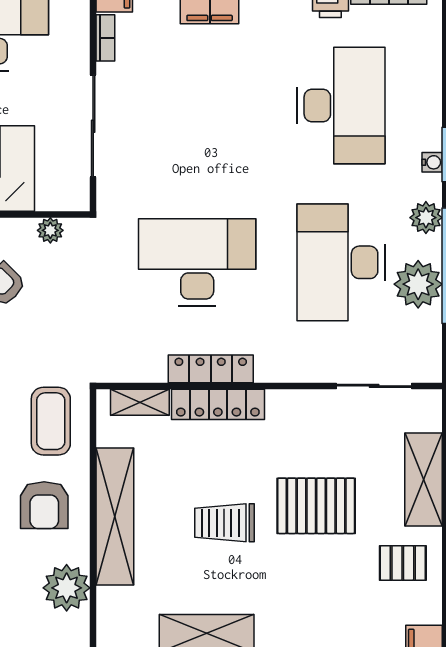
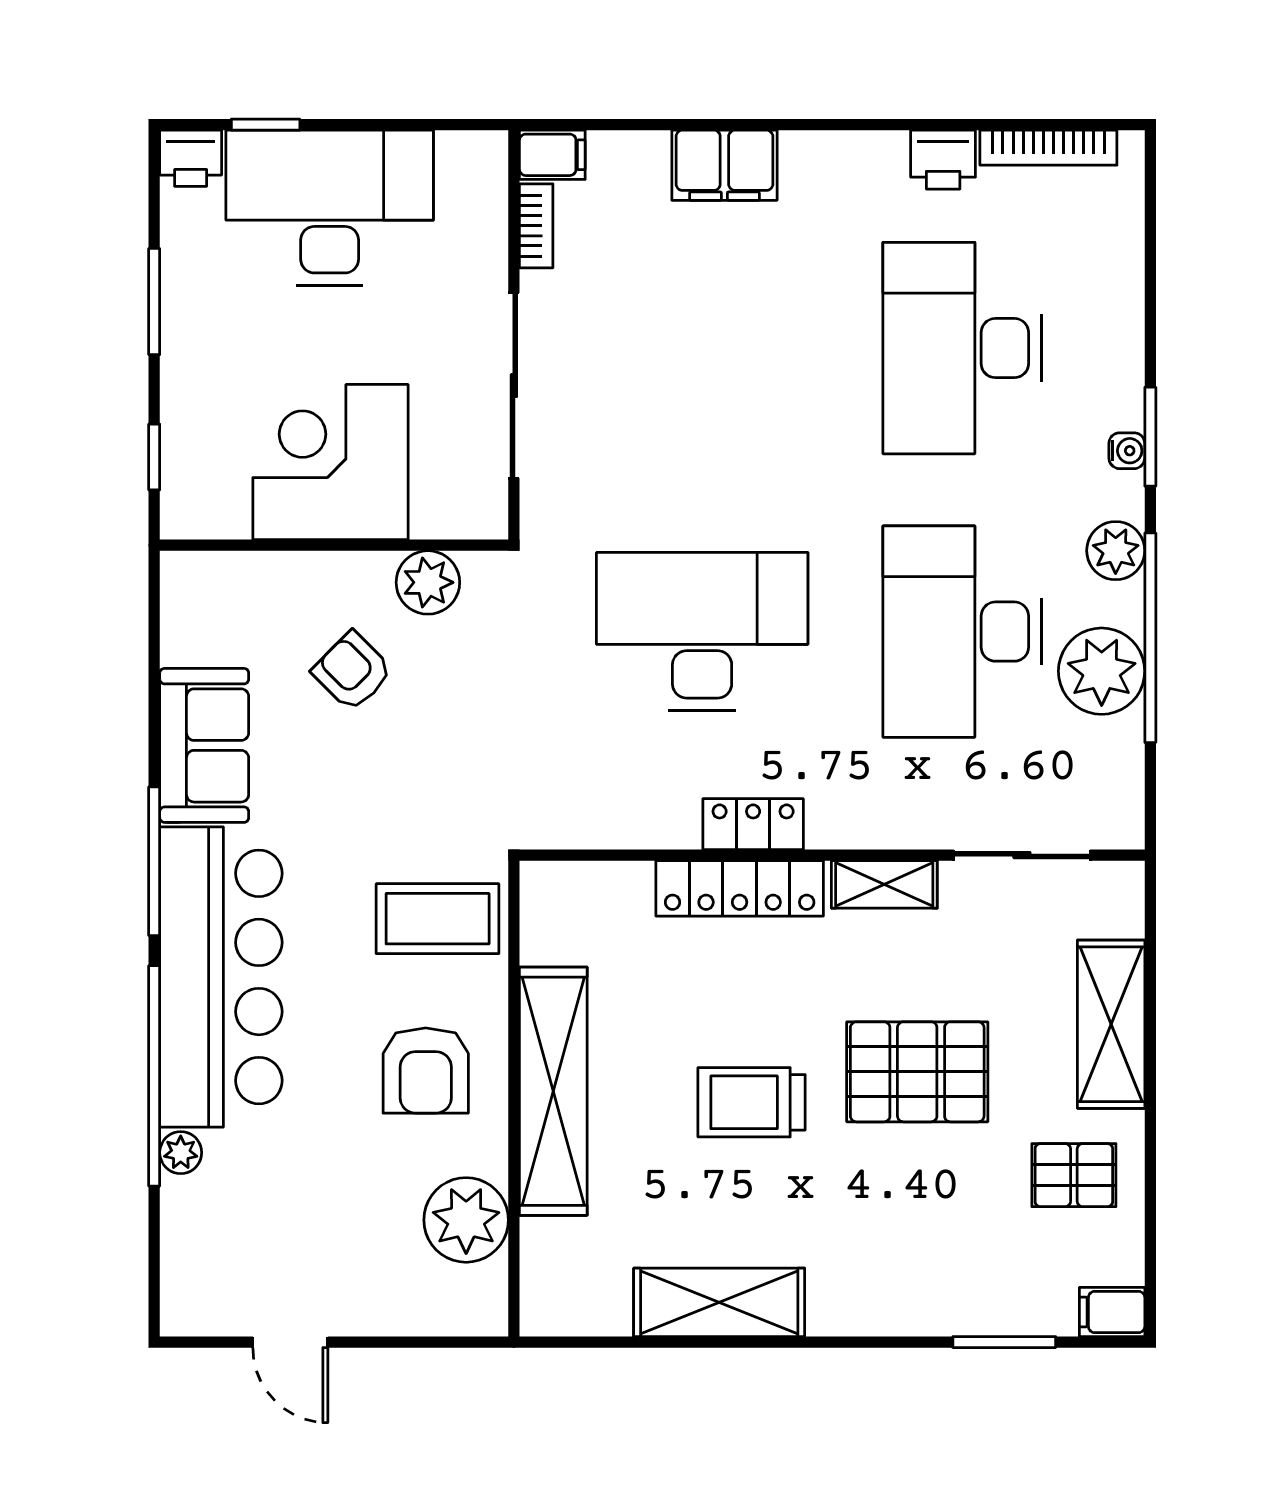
desk: (341, 106) -> (962, 348), turned 180
plant: (50, 230) -> (428, 582), width x1.38, depth x1.38
locker: (211, 369) -> (753, 824), width x0.66
shelving: (140, 402) -> (884, 884), moved
coffee table: (51, 421) -> (438, 919), turned 90

